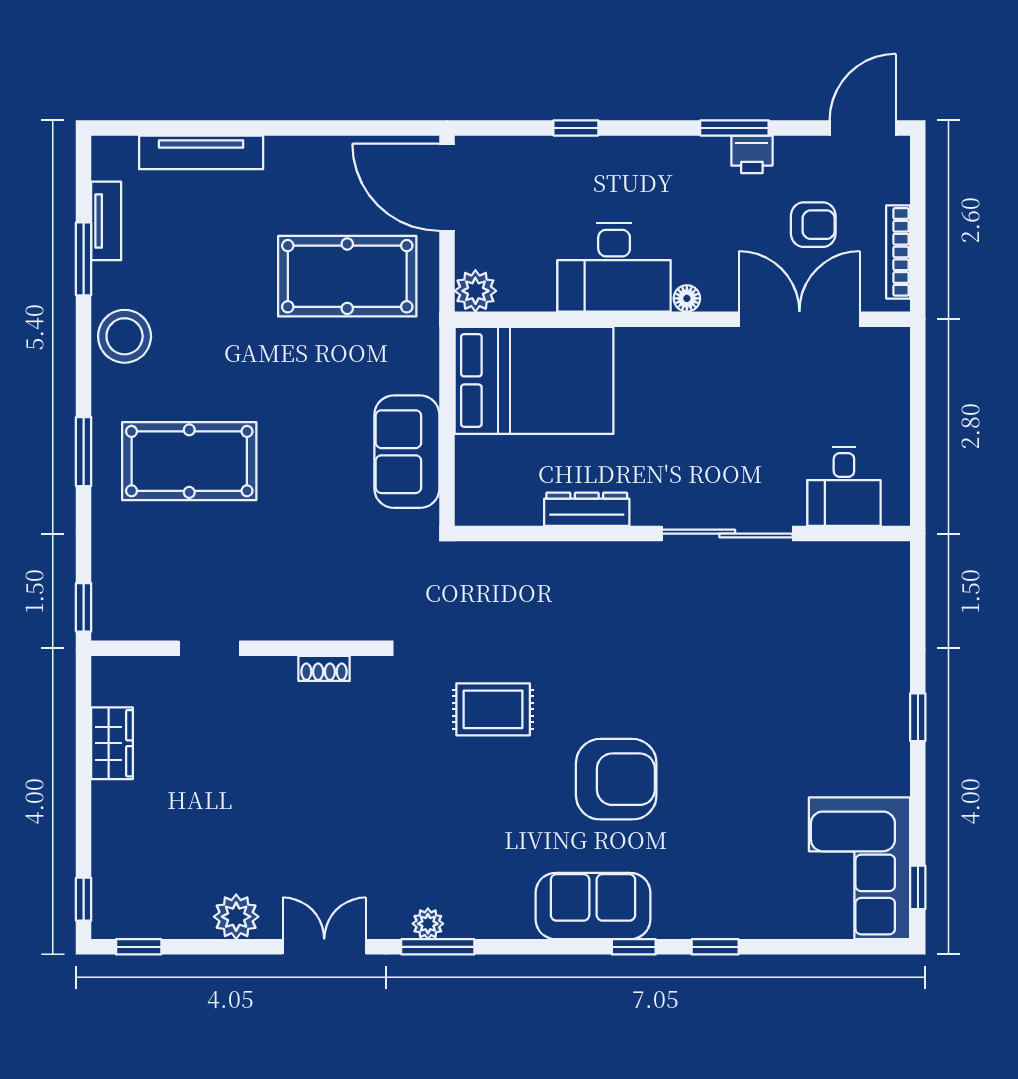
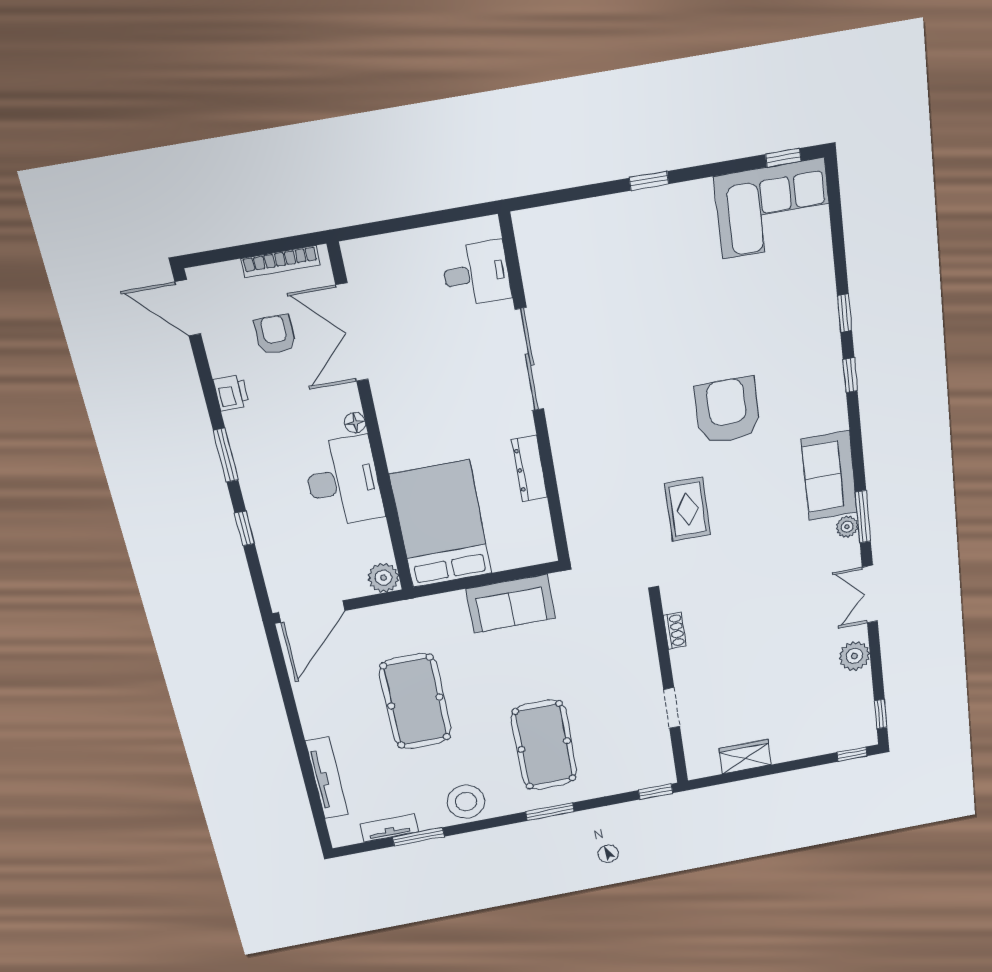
window: (734, 128) -> (226, 455), moved
pool table: (347, 276) -> (415, 702), moved
sofa: (593, 906) -> (829, 476), moved

